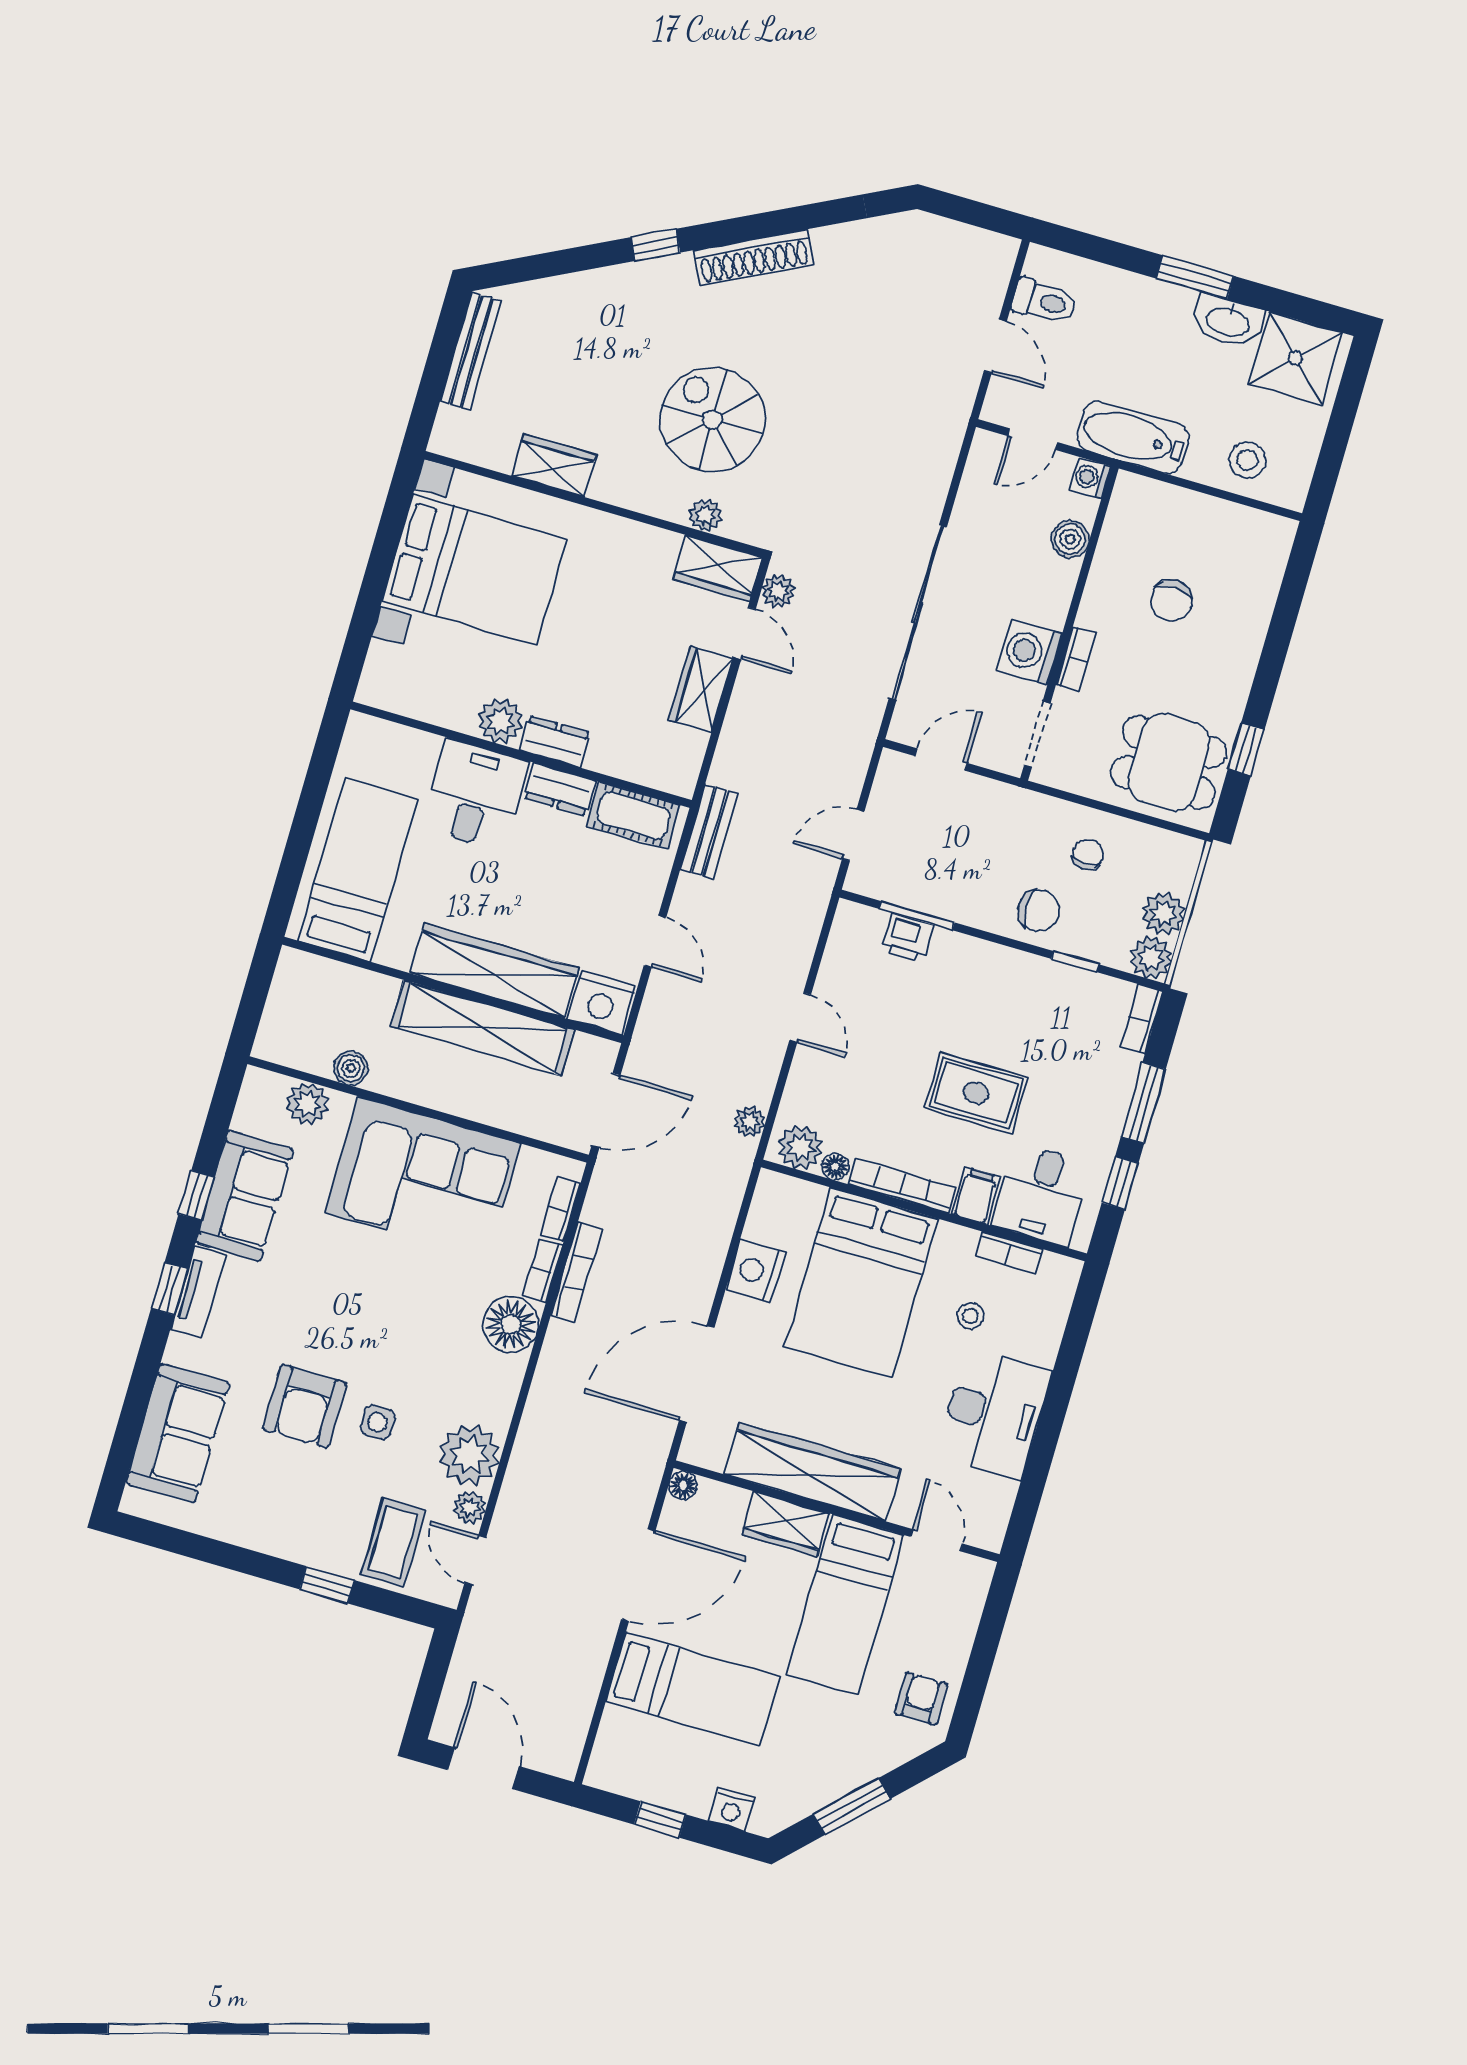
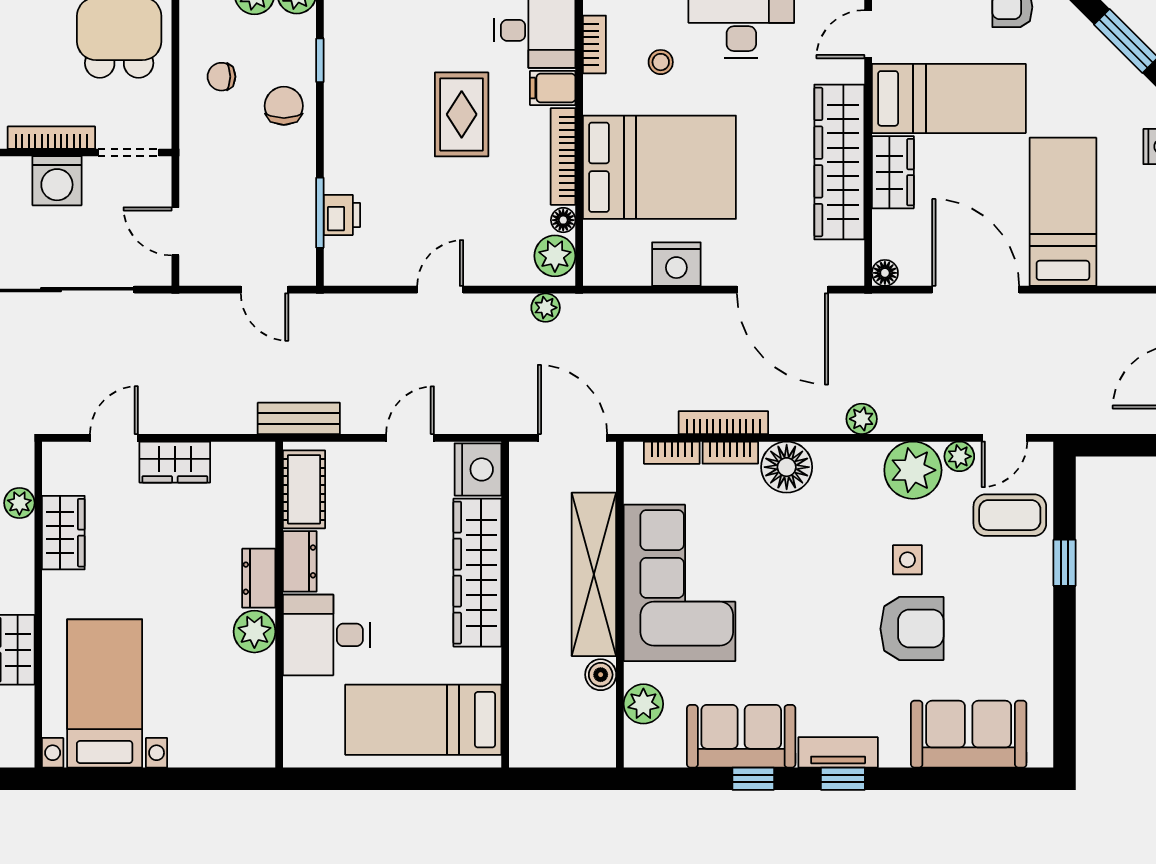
wardrobe: (718, 568) -> (63, 533), moved
bed with nightstands: (475, 570) -> (105, 693), width x0.73
plant: (778, 591) -> (862, 419), moved
bookcase: (1076, 659) -> (51, 138), width x1.56
shelving: (482, 1028) -> (594, 574), moved

